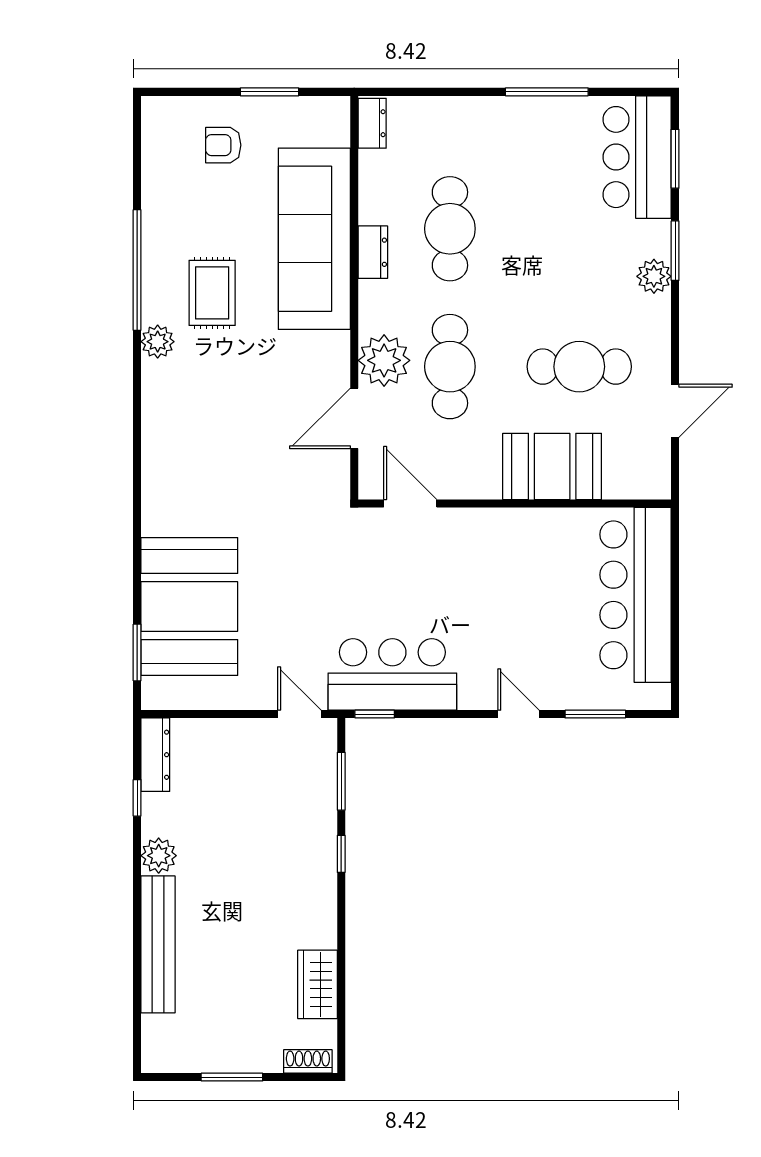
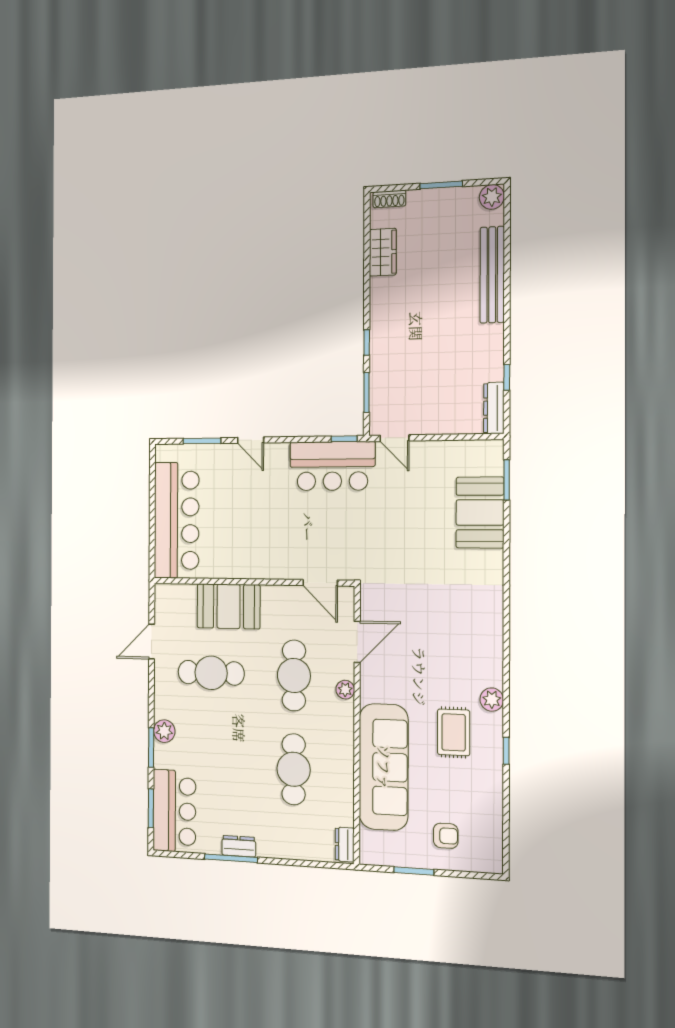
dresser: (373, 252) -> (239, 846), moved, turned 90
window: (137, 270) -> (506, 751), width x0.32
plant: (384, 360) -> (345, 690), width x0.53, depth x0.53
booth: (189, 606) -> (480, 513), width x0.73, depth x0.70
plant: (159, 856) -> (492, 197), moved

